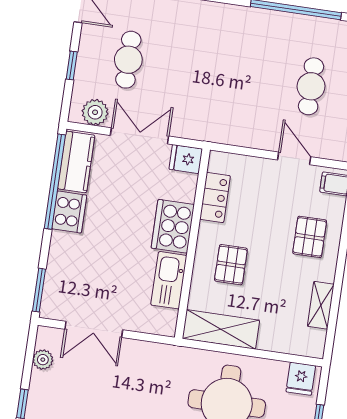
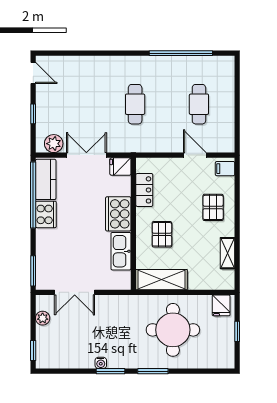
cafe table: (128, 60) -> (135, 104), moved

